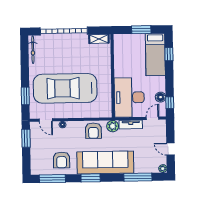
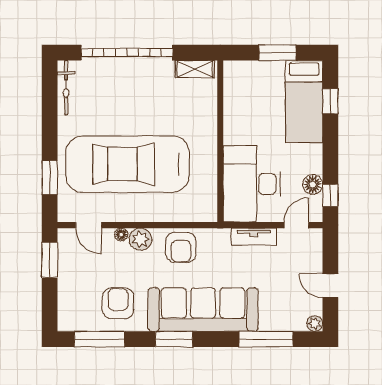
plant: (113, 126) -> (140, 239), moved
armchair: (62, 160) -> (118, 303), turned 180

